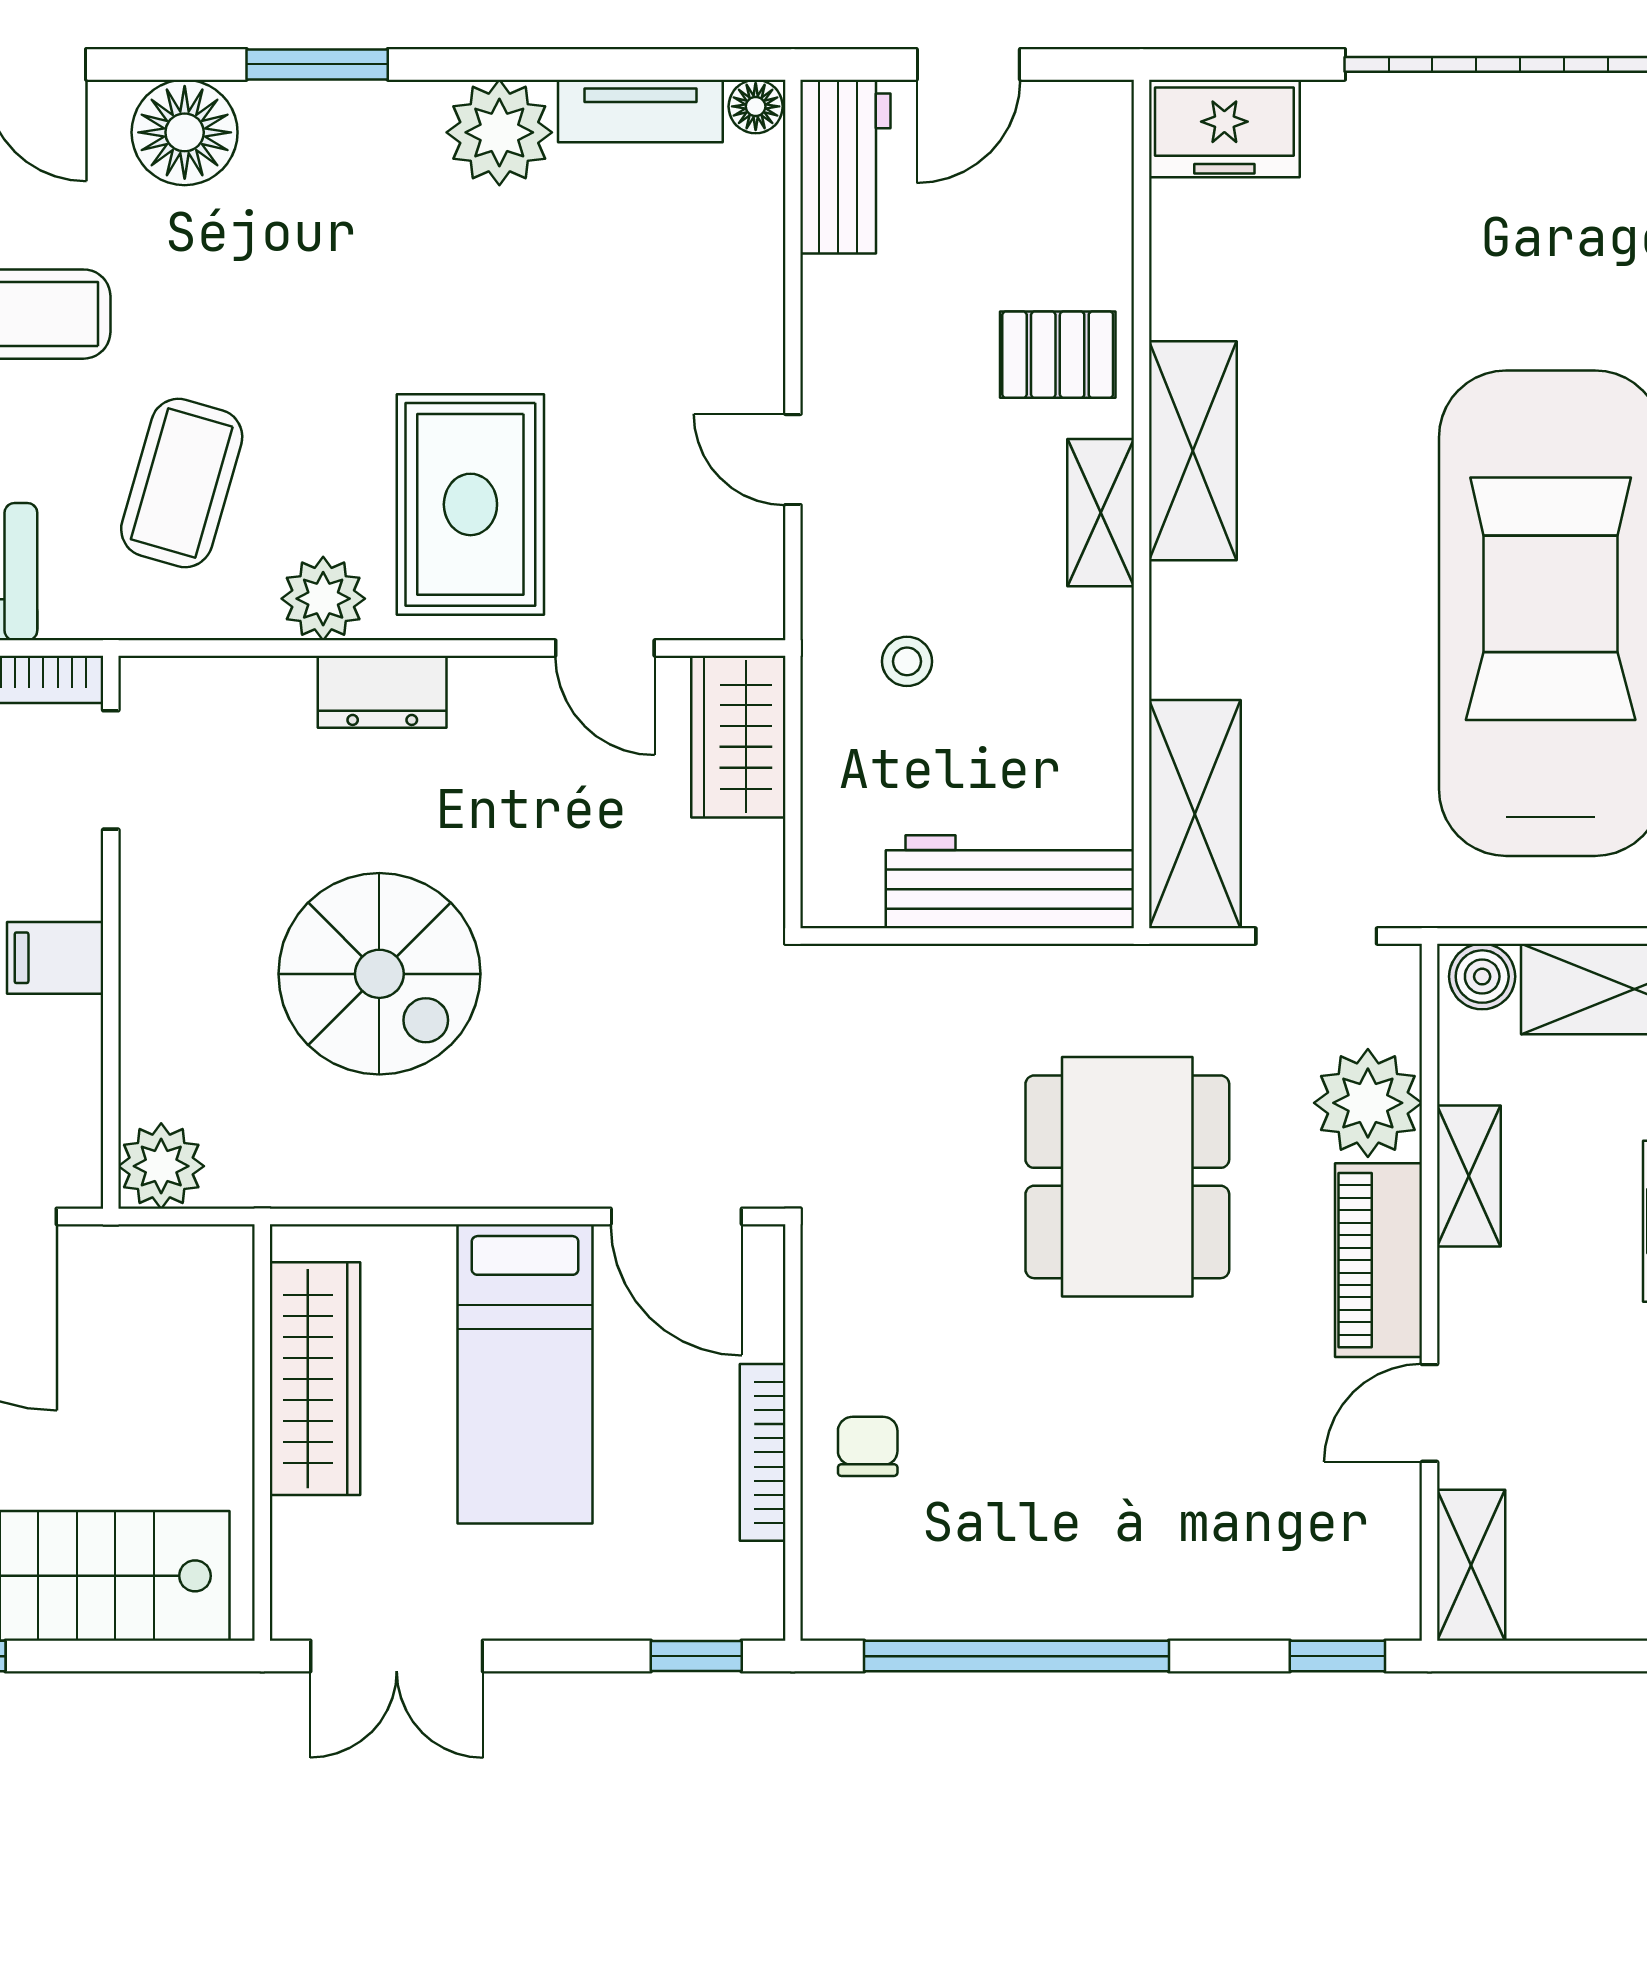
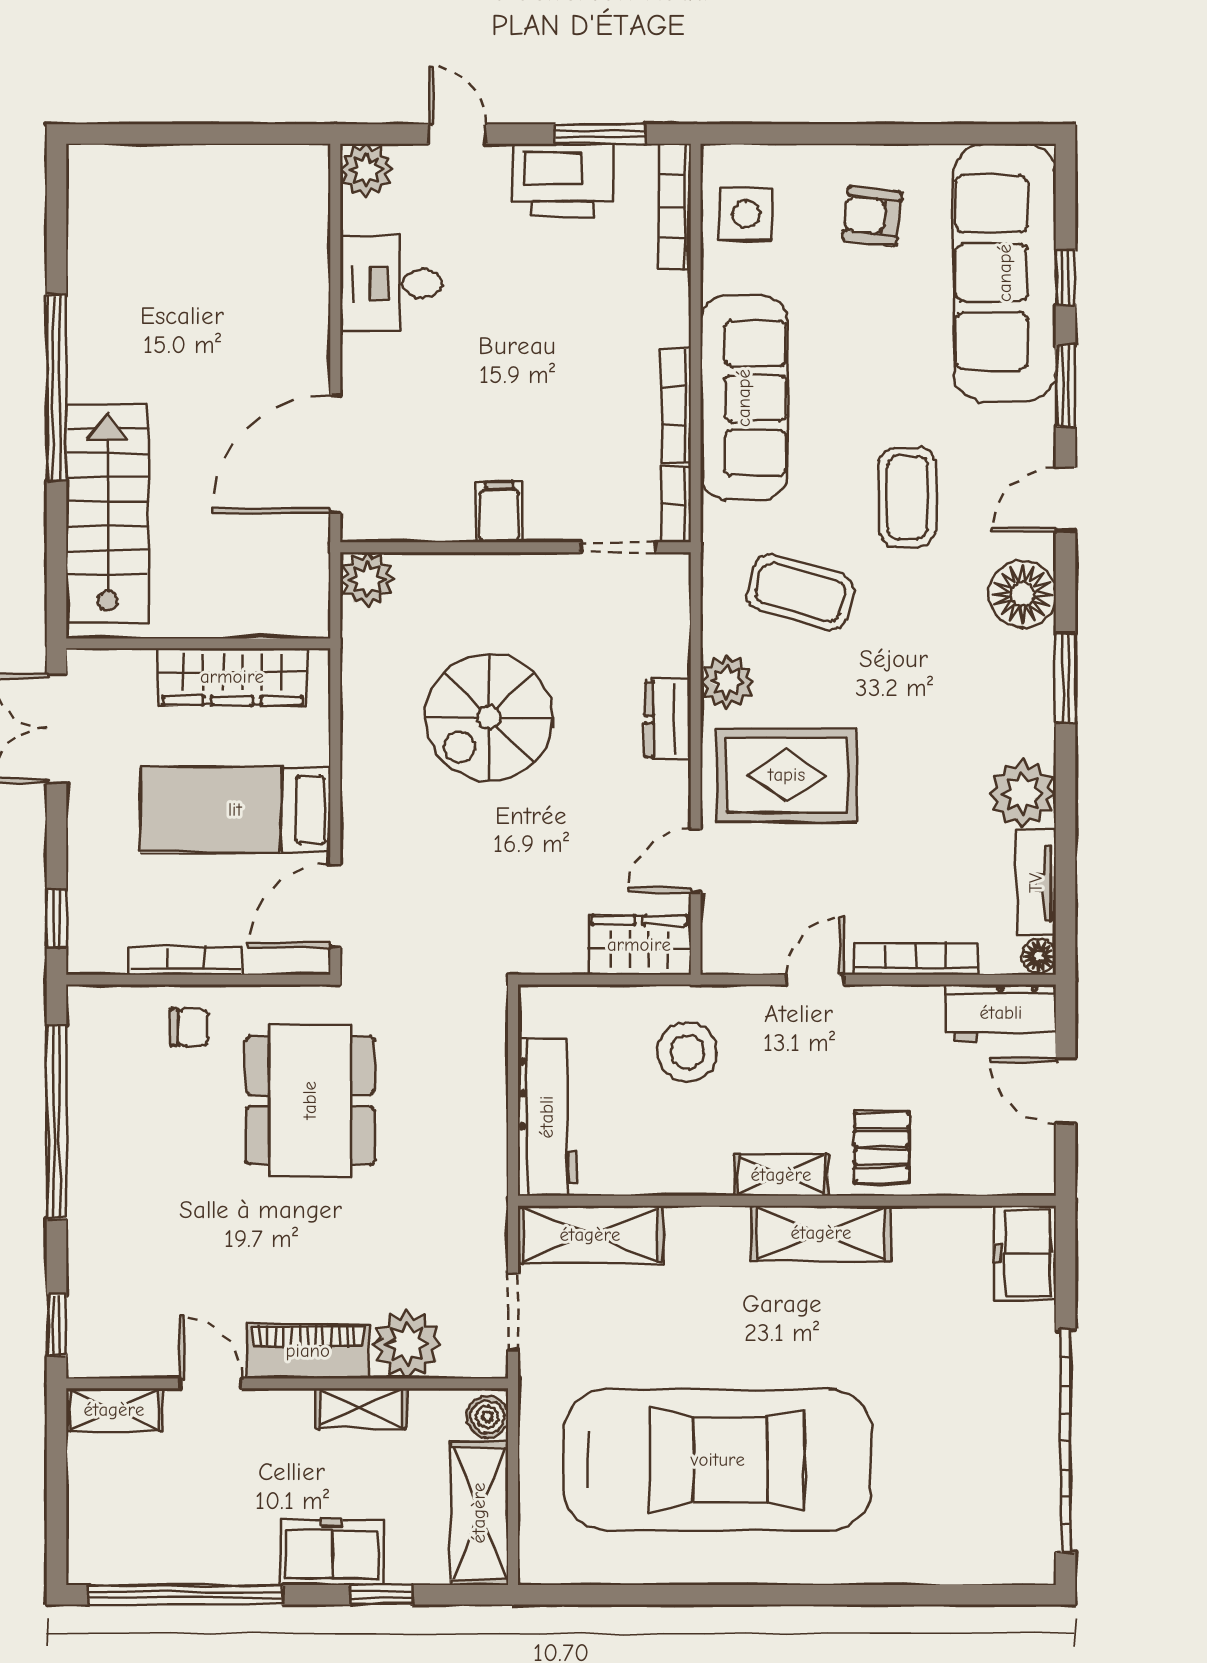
bookcase: (760, 301) -> (916, 959), added
stool: (907, 661) -> (687, 1052), width x1.89, depth x1.89
dining table: (1127, 1177) -> (310, 1100), moved, turned 90

